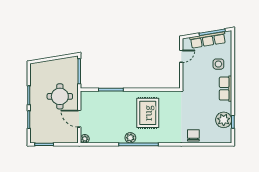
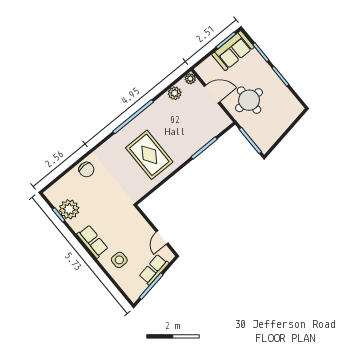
row of seats: (208, 40) -> (154, 270), width x0.68
sofa: (45, 134) -> (233, 51), added
plant: (130, 138) -> (175, 93), moved

